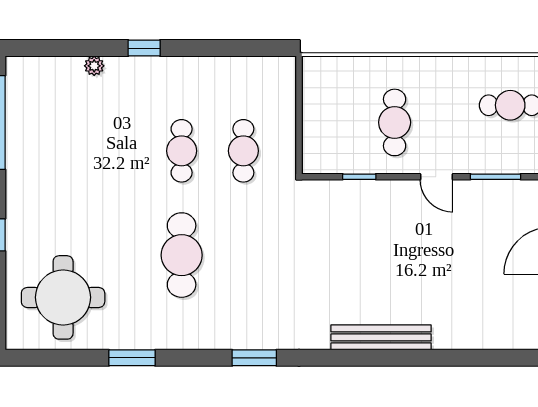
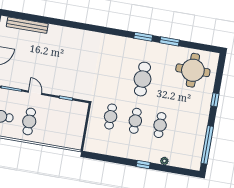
cafe table: (395, 122) -> (29, 121), moved
cafe table: (120, 151) -> (160, 125), added
bench: (381, 337) -> (27, 25), moved
window: (254, 358) -> (143, 37), moved

